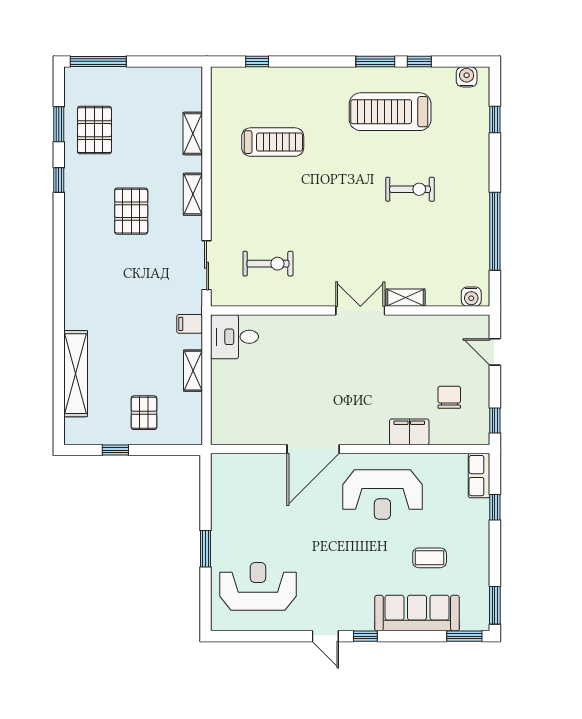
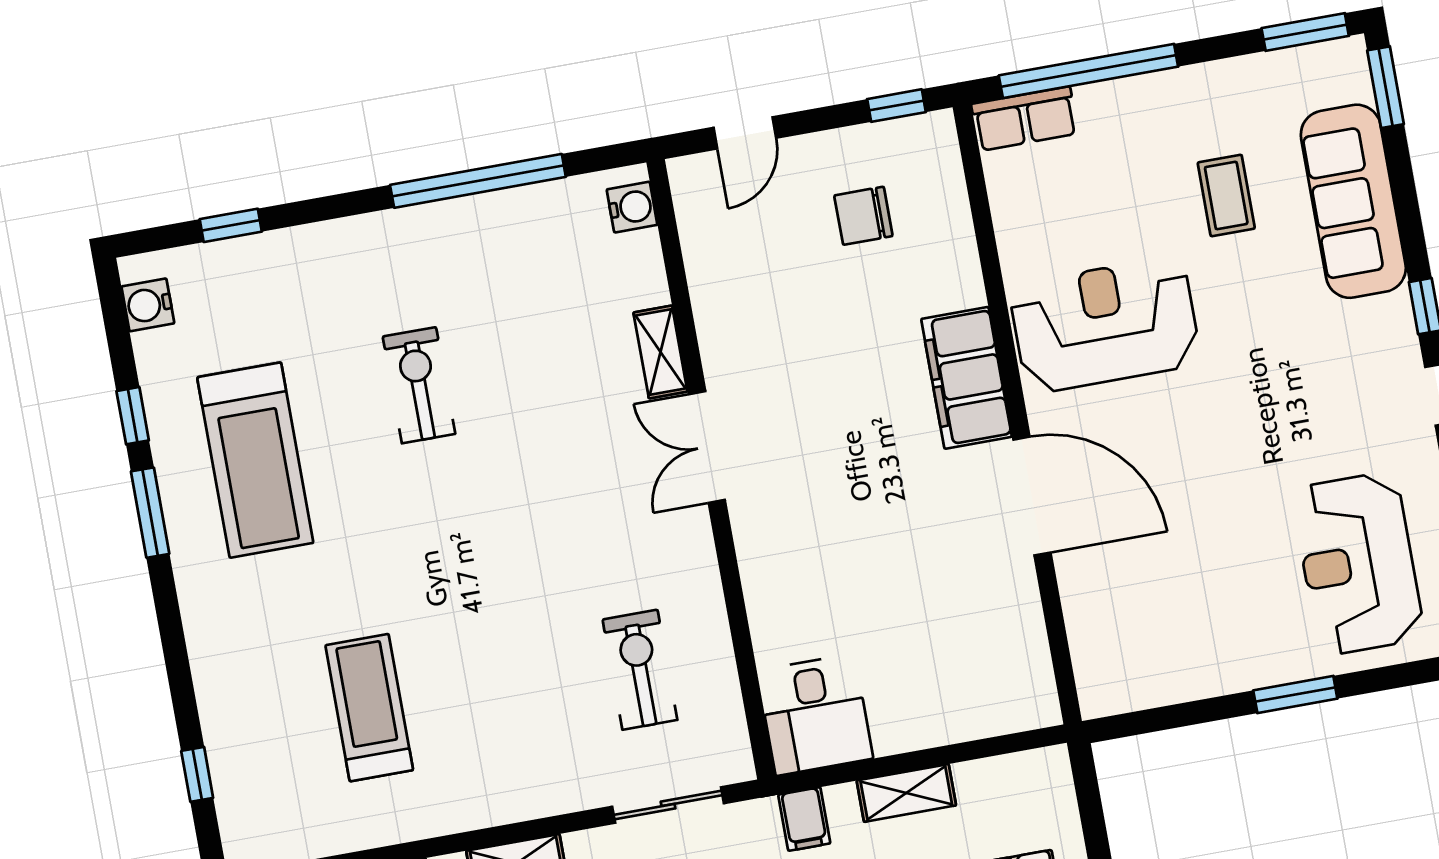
filing cabinet: (409, 432) -> (966, 378), moved, width x1.50, depth x1.17
reception desk: (382, 495) -> (1105, 325), turned -90
window: (495, 507) -> (1088, 71), width x3.17

